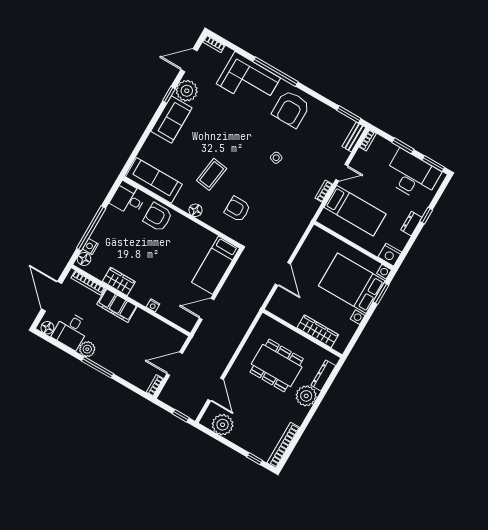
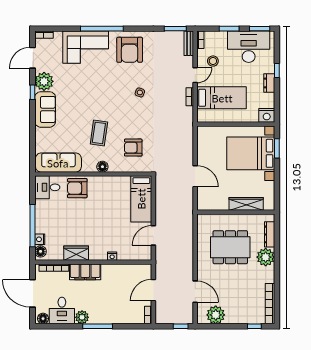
stool: (368, 169) -> (213, 61), added

